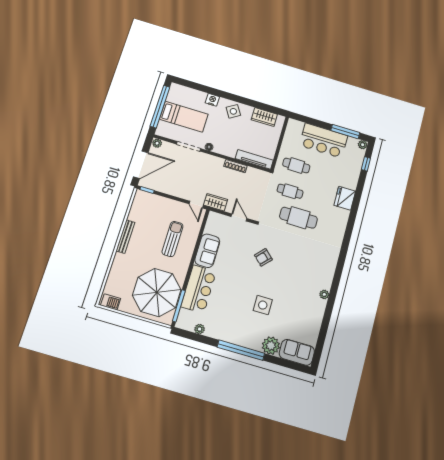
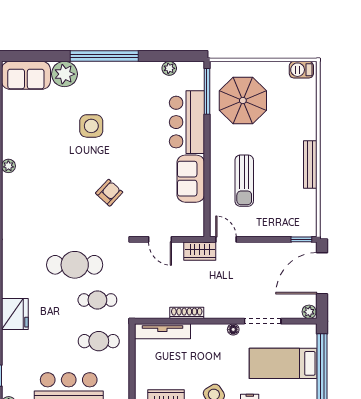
parasol: (157, 292) -> (243, 101), width x0.73, depth x0.73

